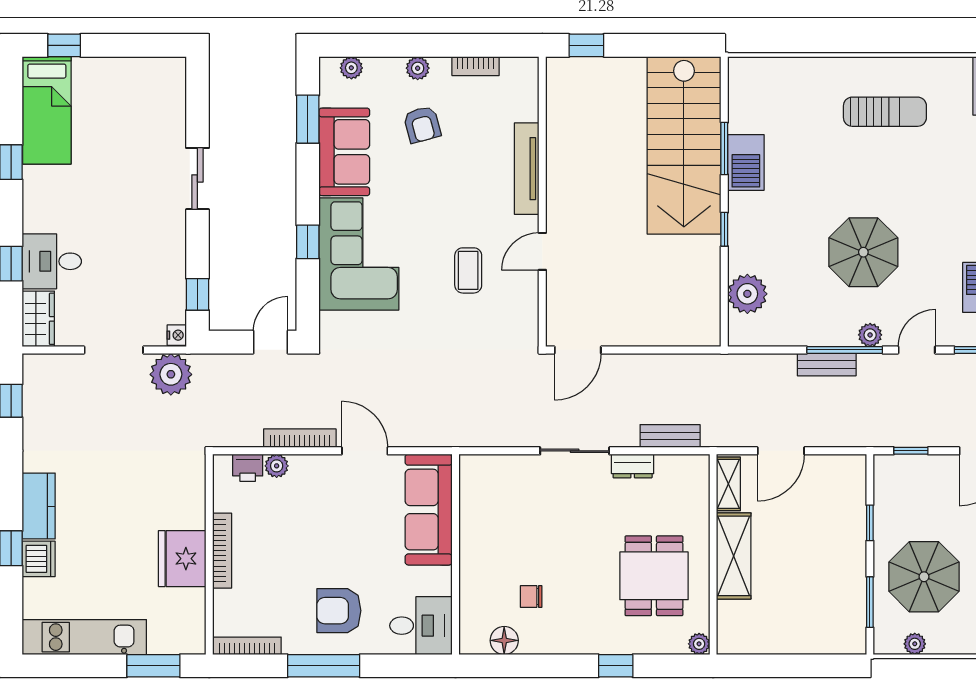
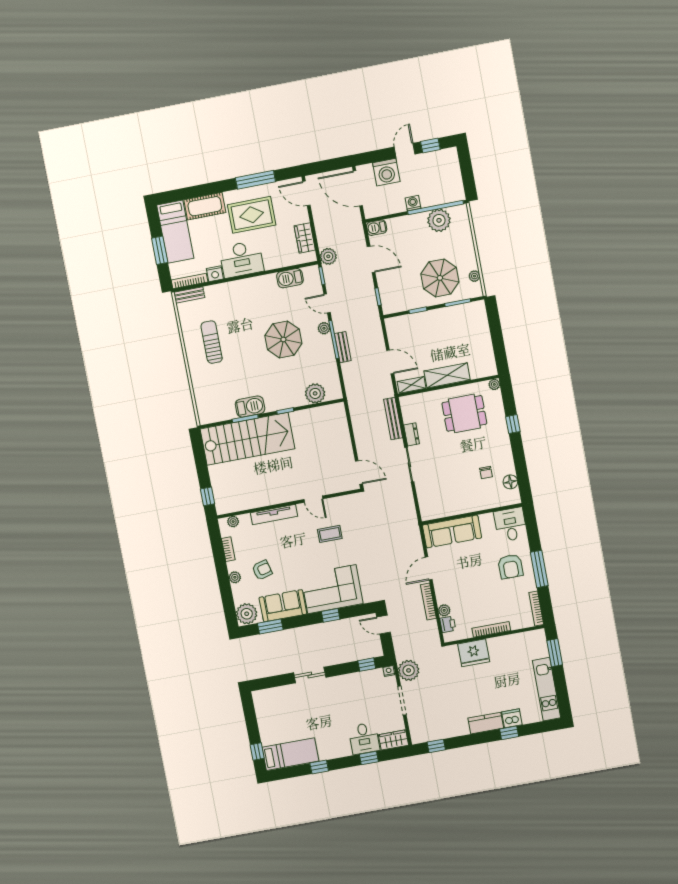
plant: (351, 68) -> (247, 614), width x1.87, depth x1.87
plant: (528, 86) -> (233, 522), added
bench: (670, 436) -> (393, 419), width x1.36
fridge: (182, 559) -> (474, 653), moved

